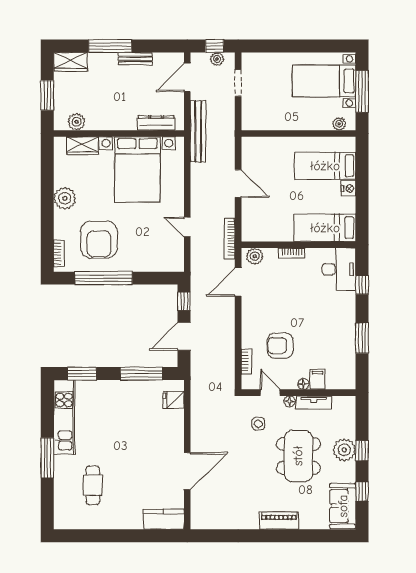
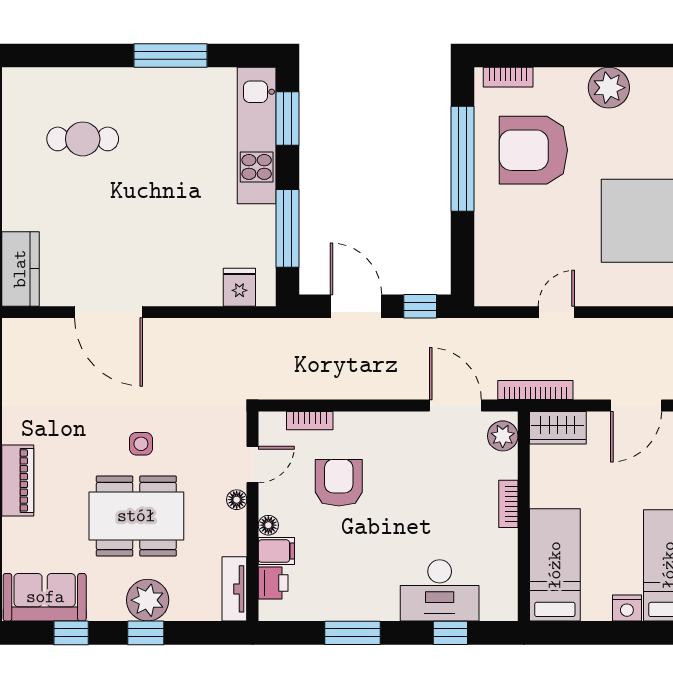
wardrobe: (250, 226) -> (558, 428), added
desk: (339, 269) -> (440, 590), moved
printer: (335, 381) -> (273, 583), added
tv unit: (314, 403) -> (234, 589), moved
kitchen unit: (64, 417) -> (257, 136), moved, turned 90
side table: (258, 424) -> (141, 444), moved
window: (47, 458) -> (171, 56), moved

